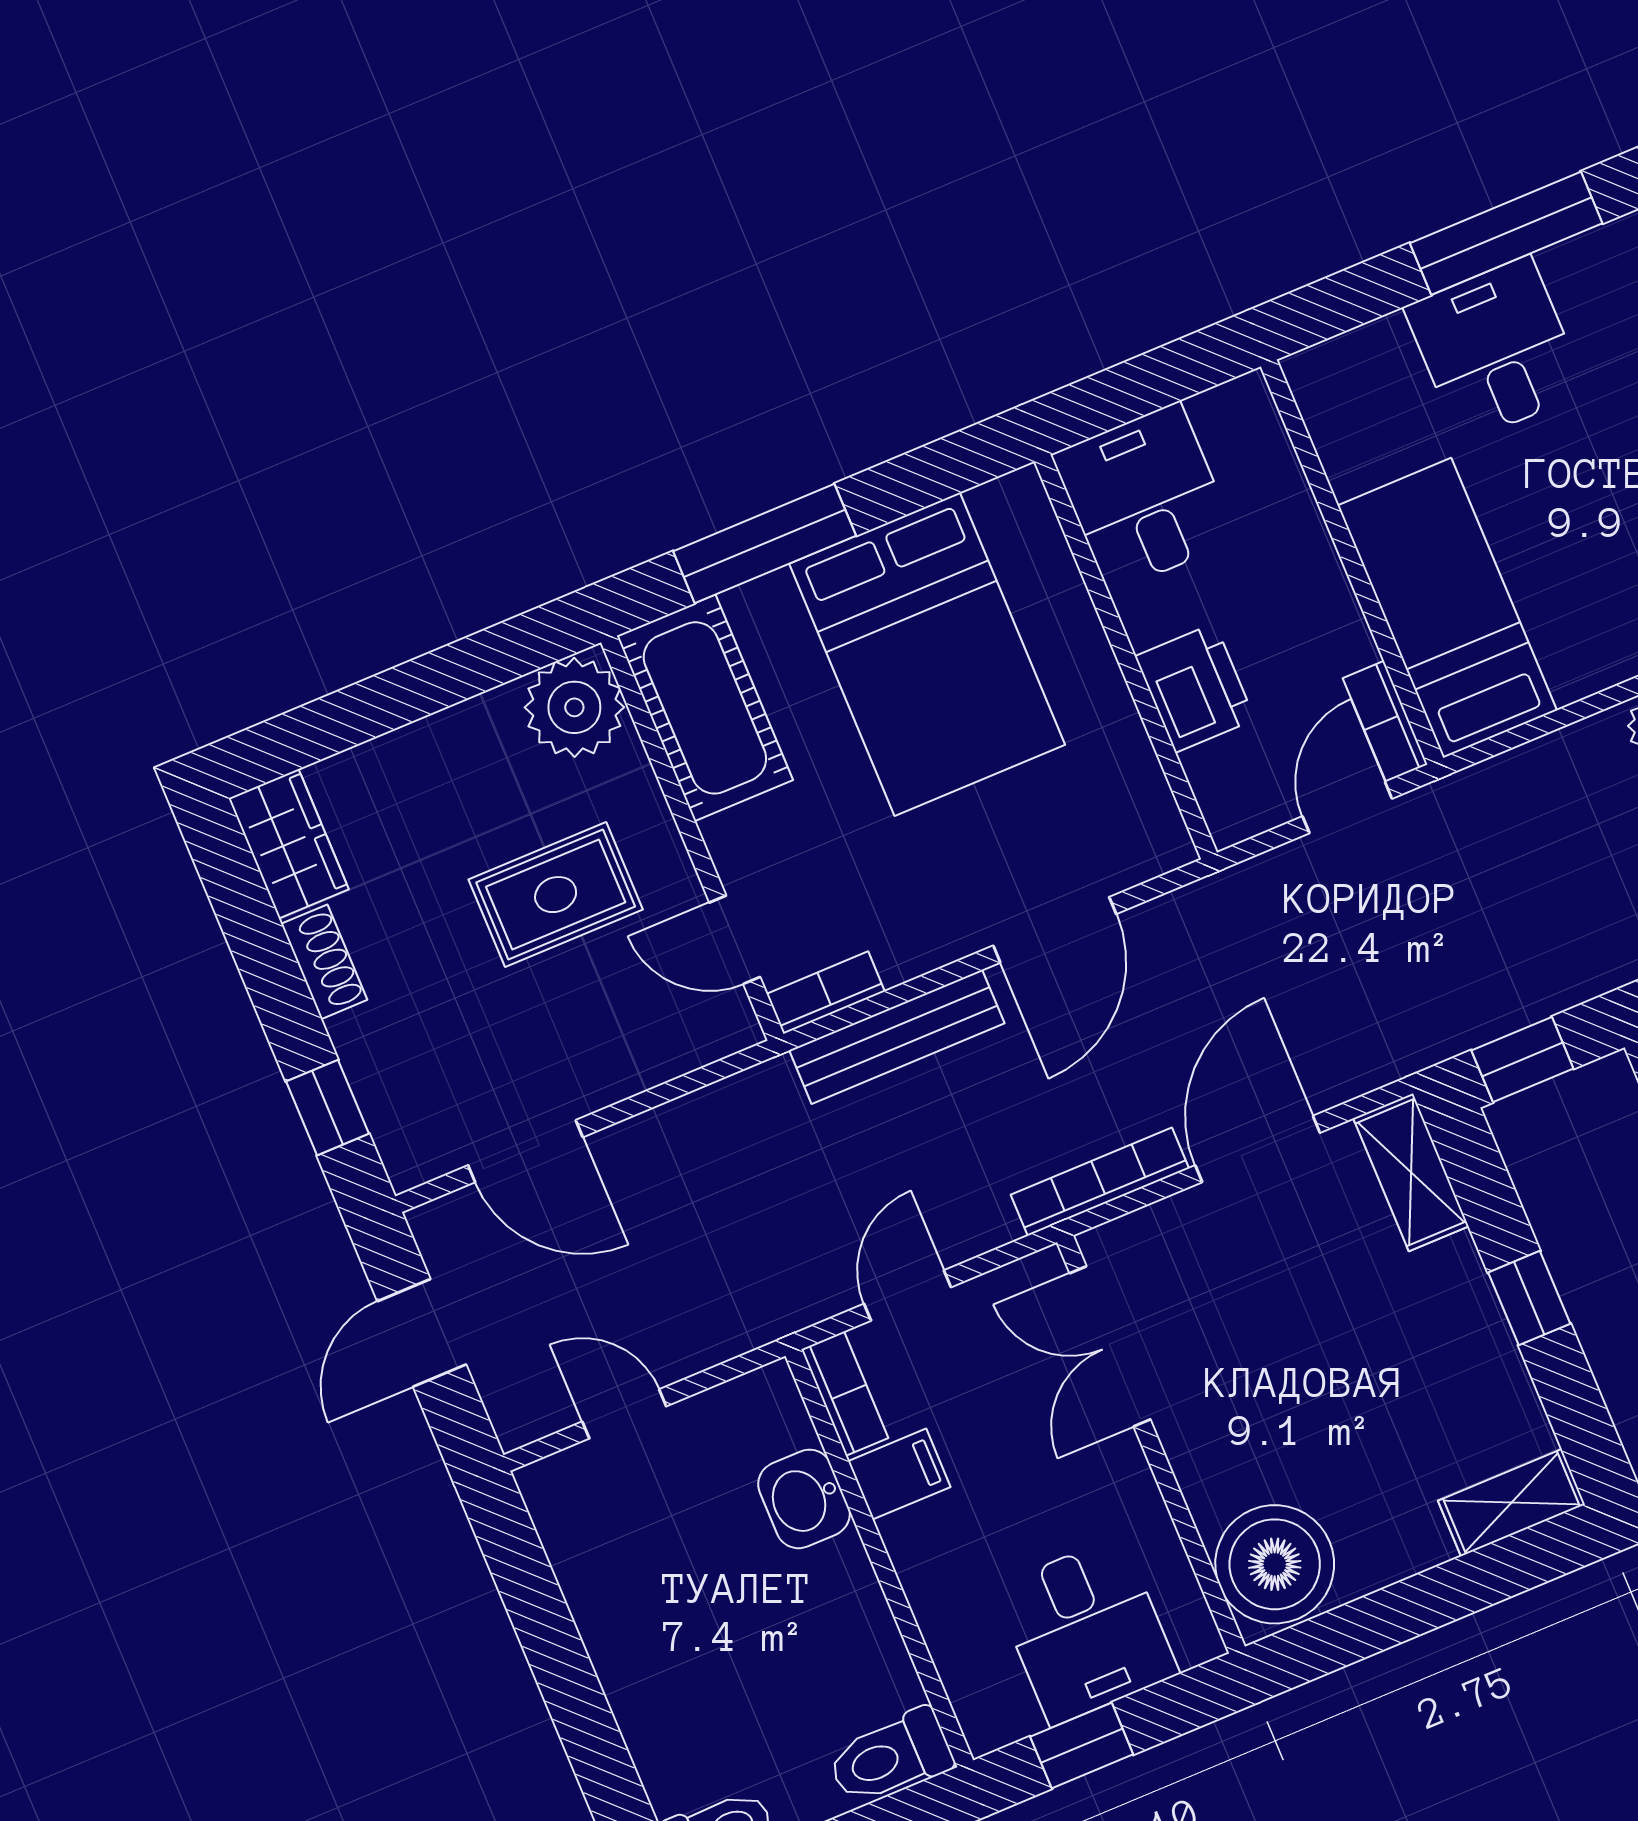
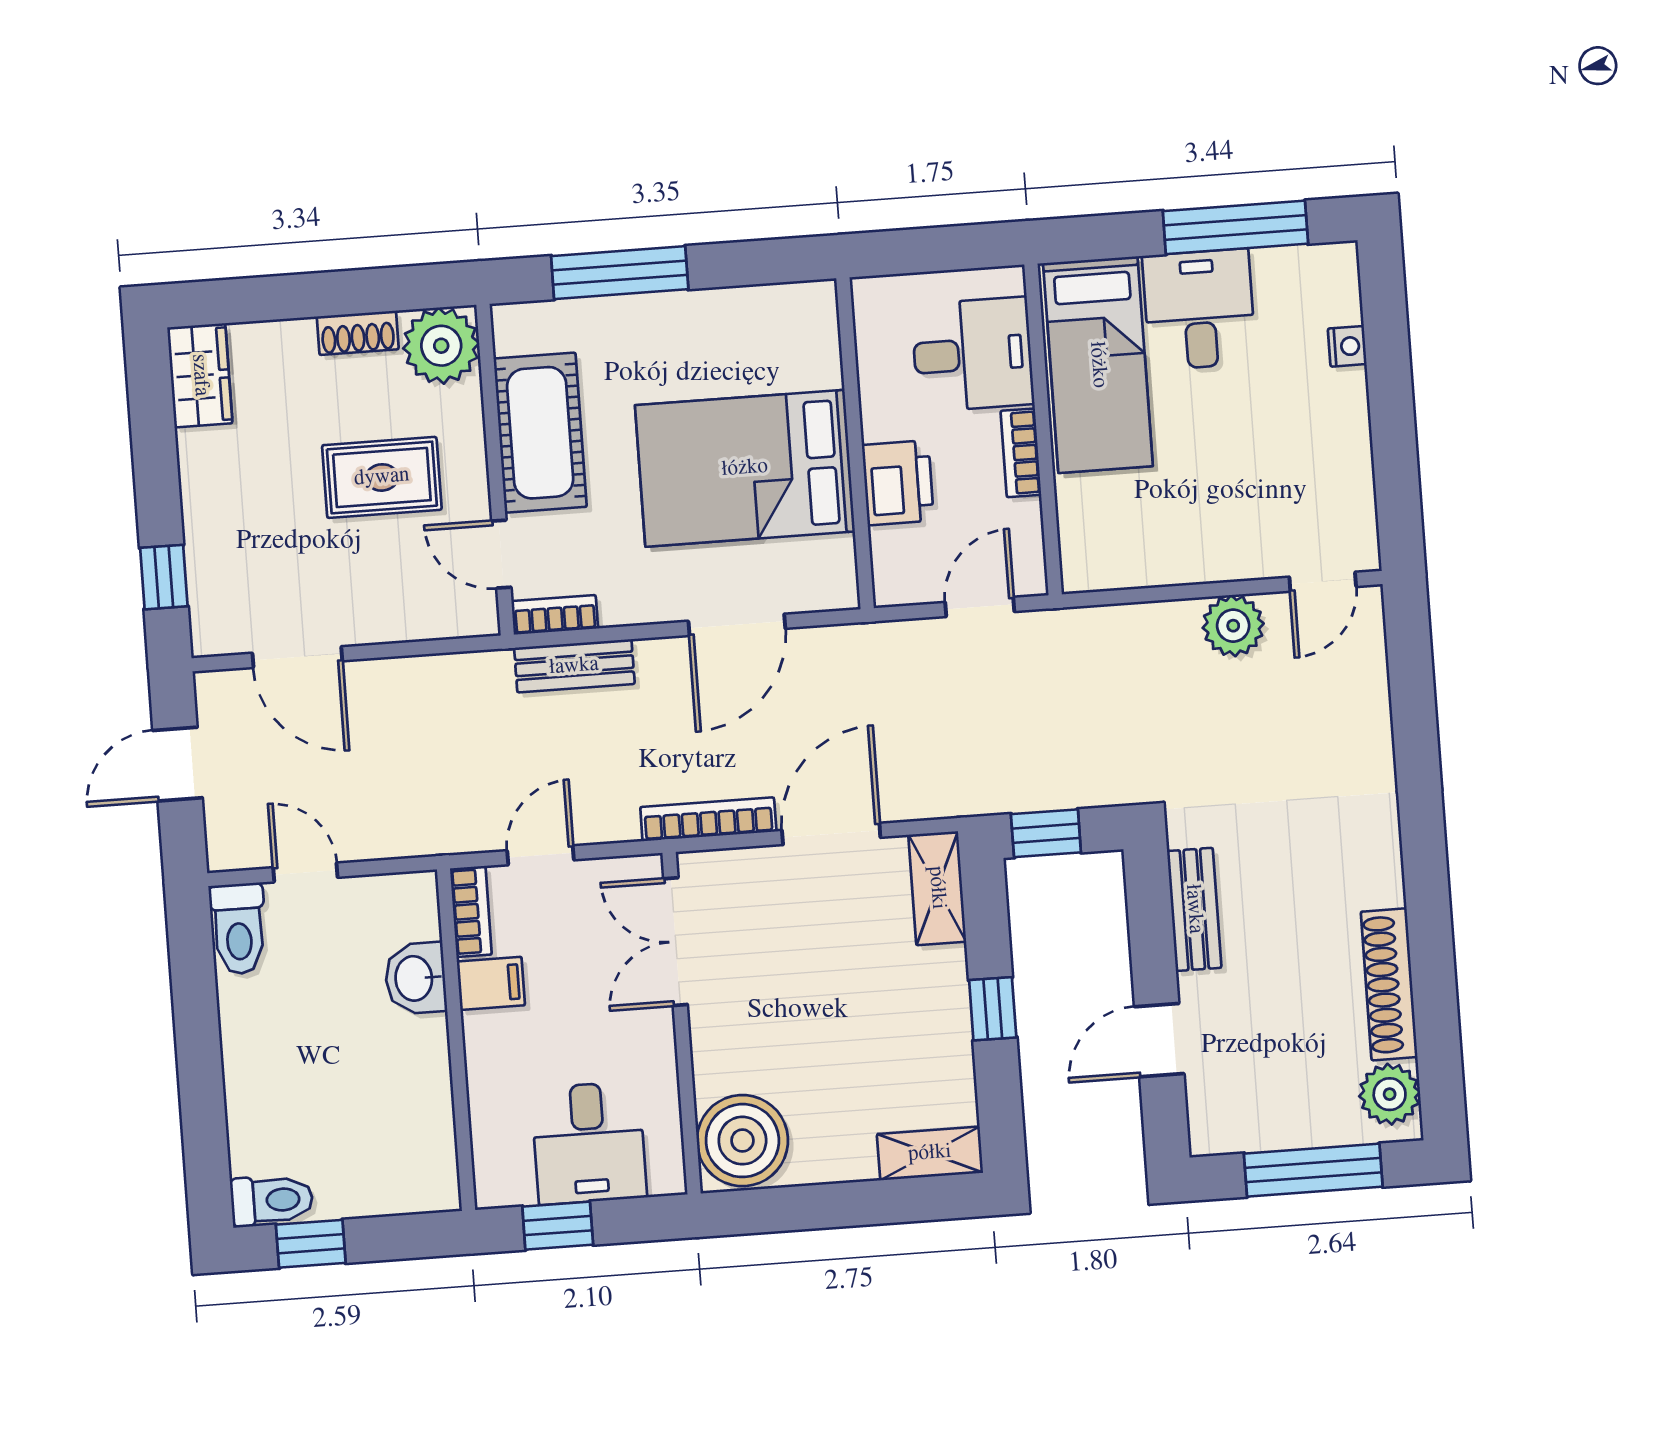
desk: (1144, 497) -> (973, 354), moved, turned 90
bed: (1447, 608) -> (1098, 365), moved, turned 180
bed: (927, 654) -> (745, 468), moved, turned 90
cot: (705, 708) -> (540, 433), moved
bookcase: (1385, 721) -> (1021, 453), moved
shoe rack: (324, 962) -> (358, 333), moved, turned 90
bench: (897, 1037) -> (574, 666), width x0.73
toilet: (890, 1757) -> (239, 929), moved, turned -90

